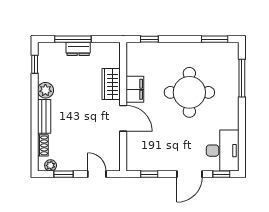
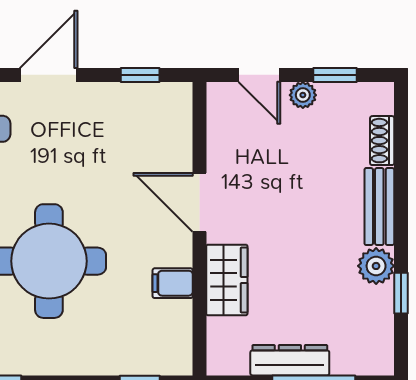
dresser: (78, 49) -> (290, 360), width x1.44
window: (35, 64) -> (401, 293), moved
filing cabinet: (135, 89) -> (173, 283), width x0.50
plant: (51, 165) -> (303, 95), moved

